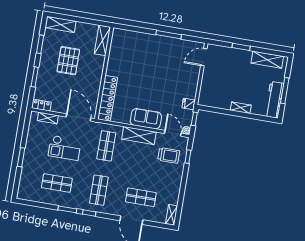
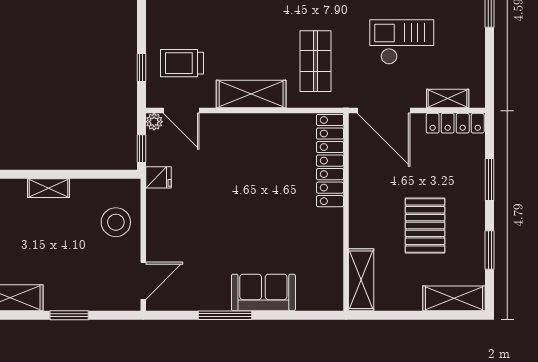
stool: (212, 87) -> (116, 222), added
locker: (41, 105) -> (455, 123), width x1.53
sofa: (146, 119) -> (263, 292), moved, turned 180

